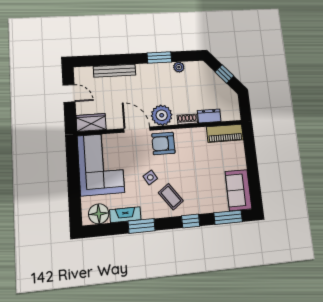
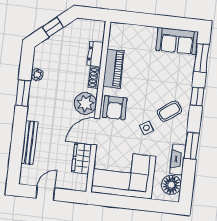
wardrobe: (91, 122) -> (82, 158), moved
piano: (225, 133) -> (113, 68), moved

